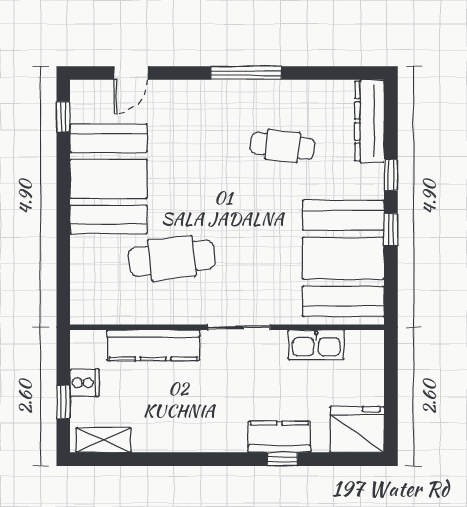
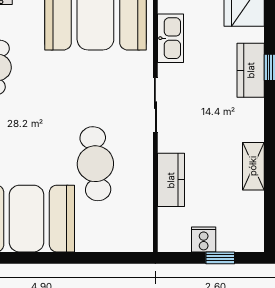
kitchen counter: (153, 345) -> (171, 180), width x0.67
shelving: (103, 440) -> (253, 166), moved

